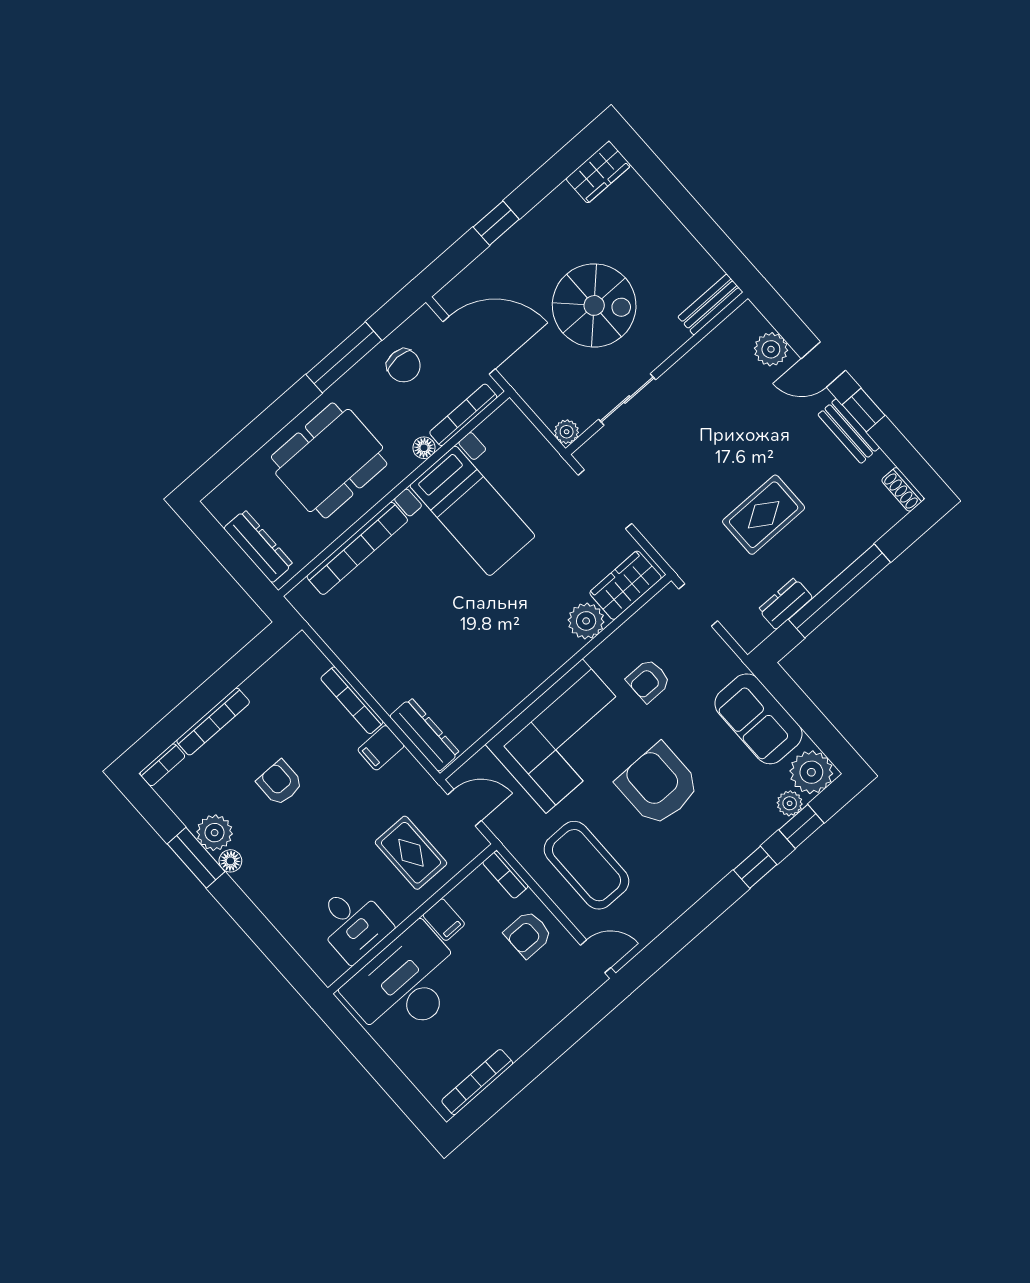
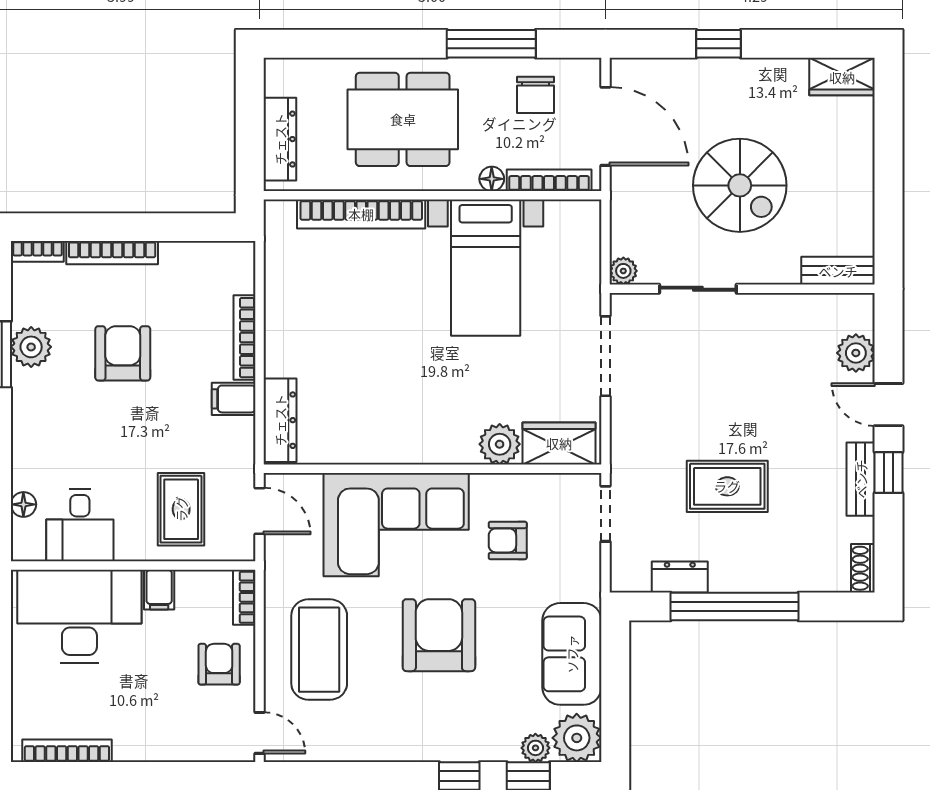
armchair: (280, 783) -> (123, 353), width x1.38, depth x1.38
floor lamp: (230, 861) -> (23, 504), moved
armchair: (528, 934) -> (219, 664), turned 90

